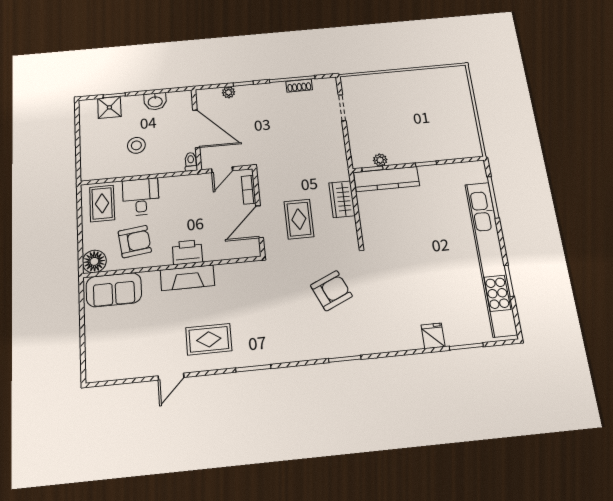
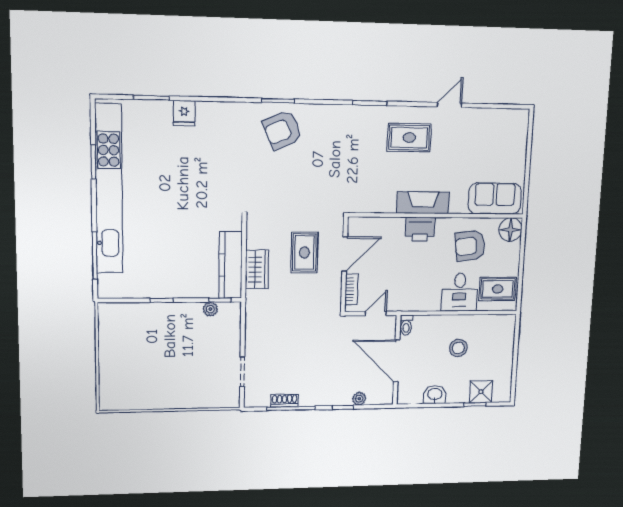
kitchen counter: (387, 179) -> (230, 265), moved, turned -90
rug: (102, 203) -> (498, 289), turned 90
armchair: (331, 291) -> (282, 130), moved

